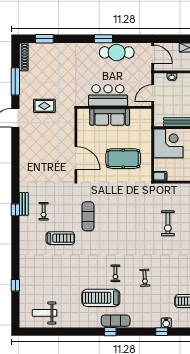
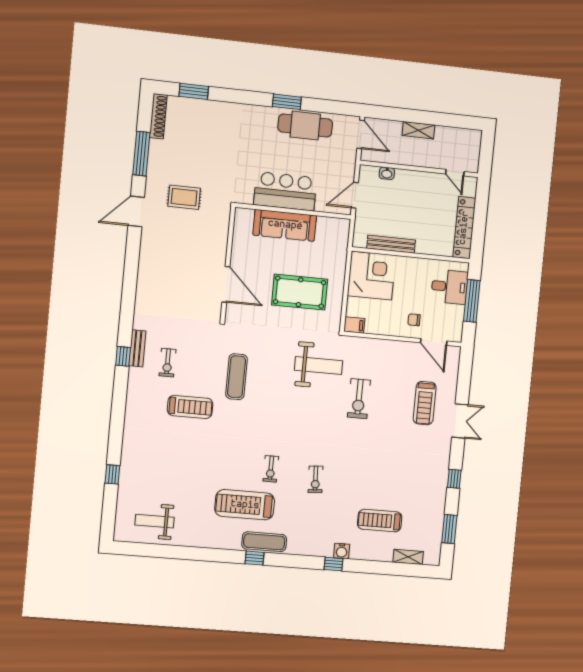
weight bench: (140, 204) -> (319, 366), added

